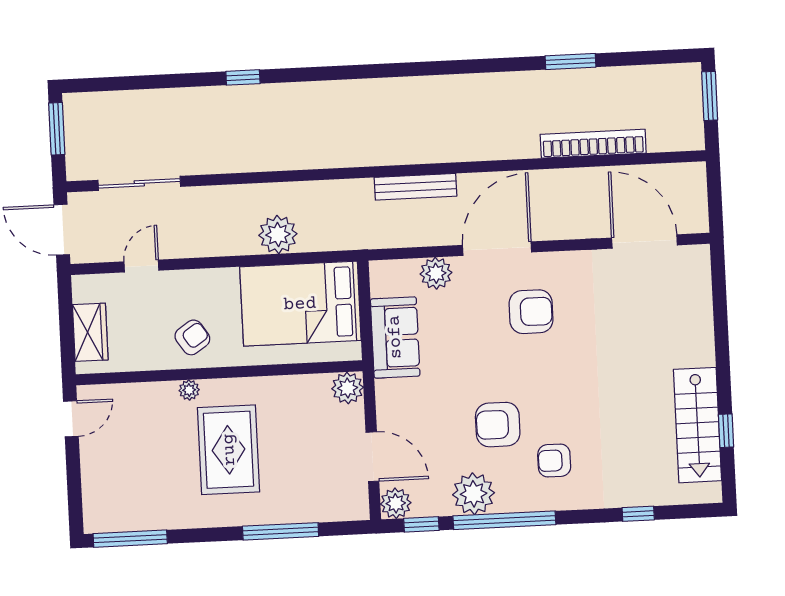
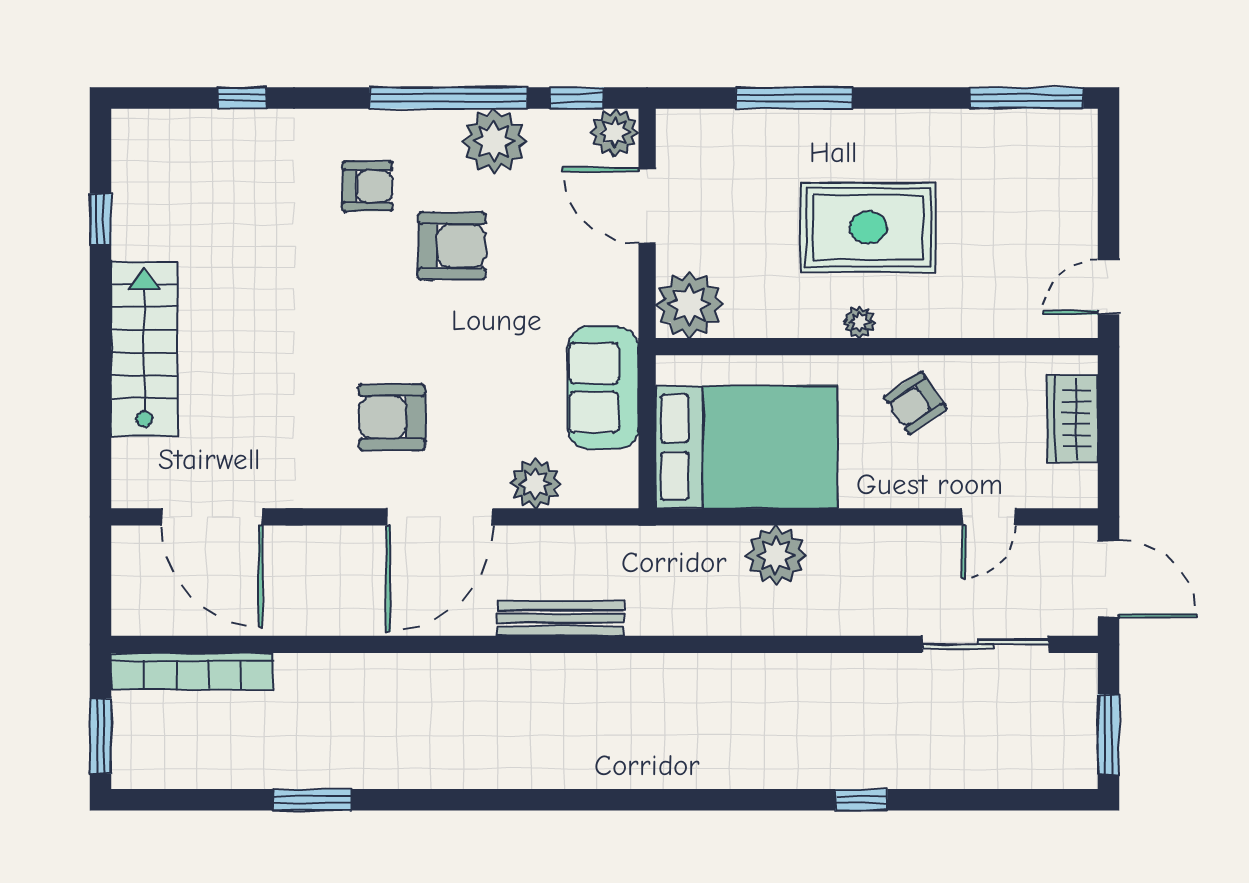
window: (243, 77) -> (861, 800), moved
bookcase: (593, 144) -> (192, 671), moved
plant: (348, 388) -> (689, 305), width x1.36, depth x1.36
plant: (189, 390) -> (859, 322), moved
stairs: (697, 425) -> (144, 349), moved
rug: (229, 450) -> (868, 227), turned 90

